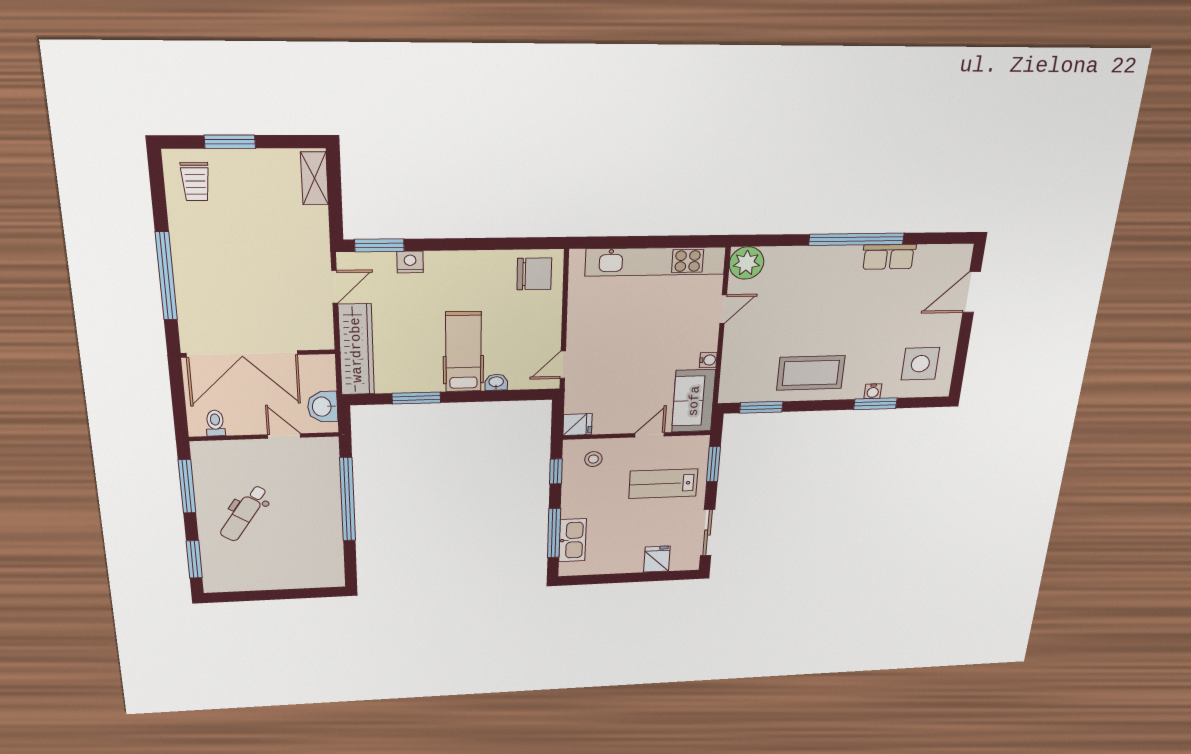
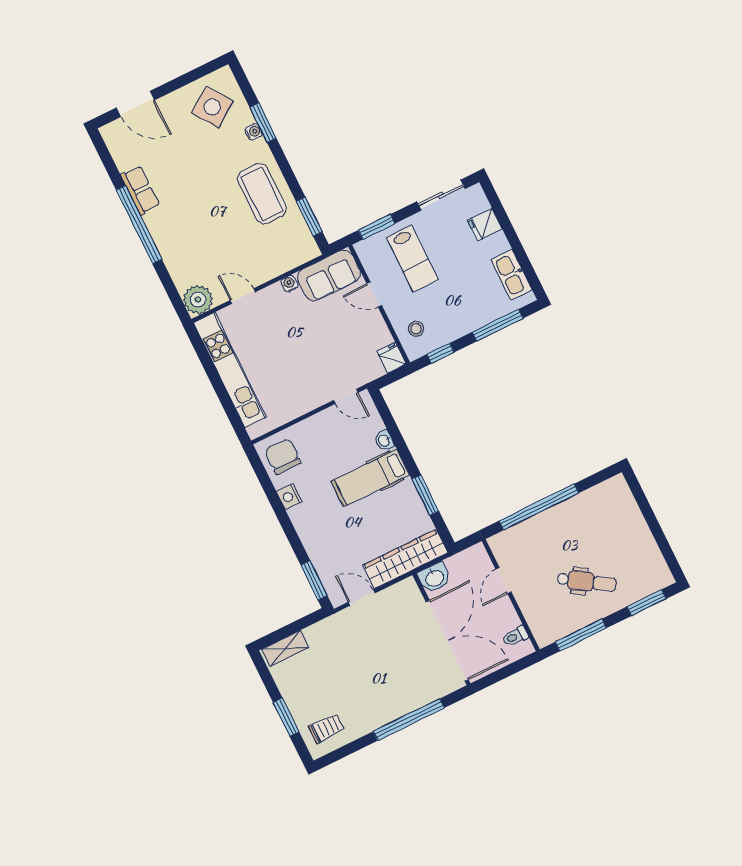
nightstand: (410, 262) -> (289, 496), moved
side table: (920, 364) -> (212, 107), turned -35
washbasin: (323, 407) -> (434, 578), moved
kitchen sink: (573, 540) -> (511, 275), moved, turned -90

